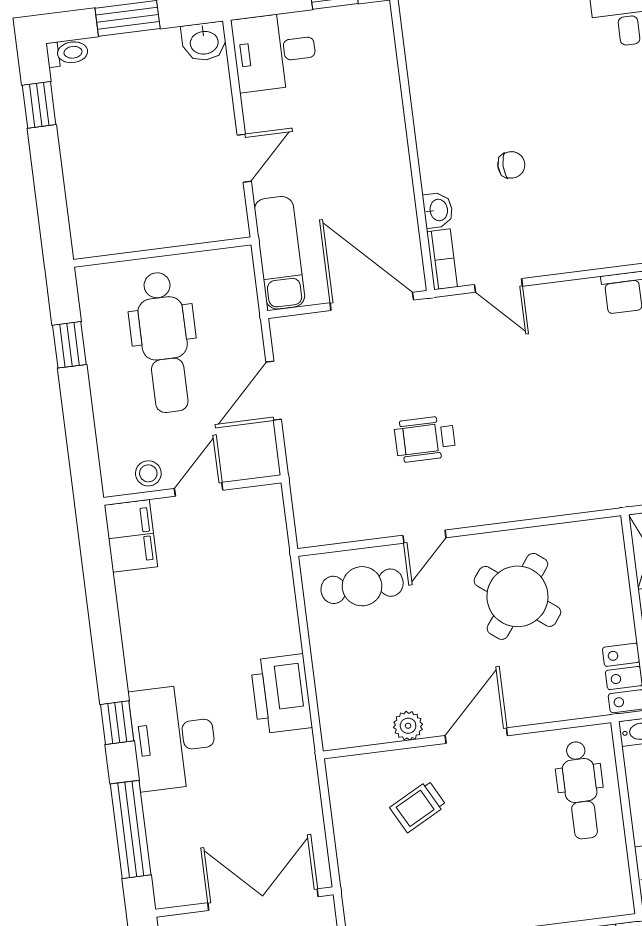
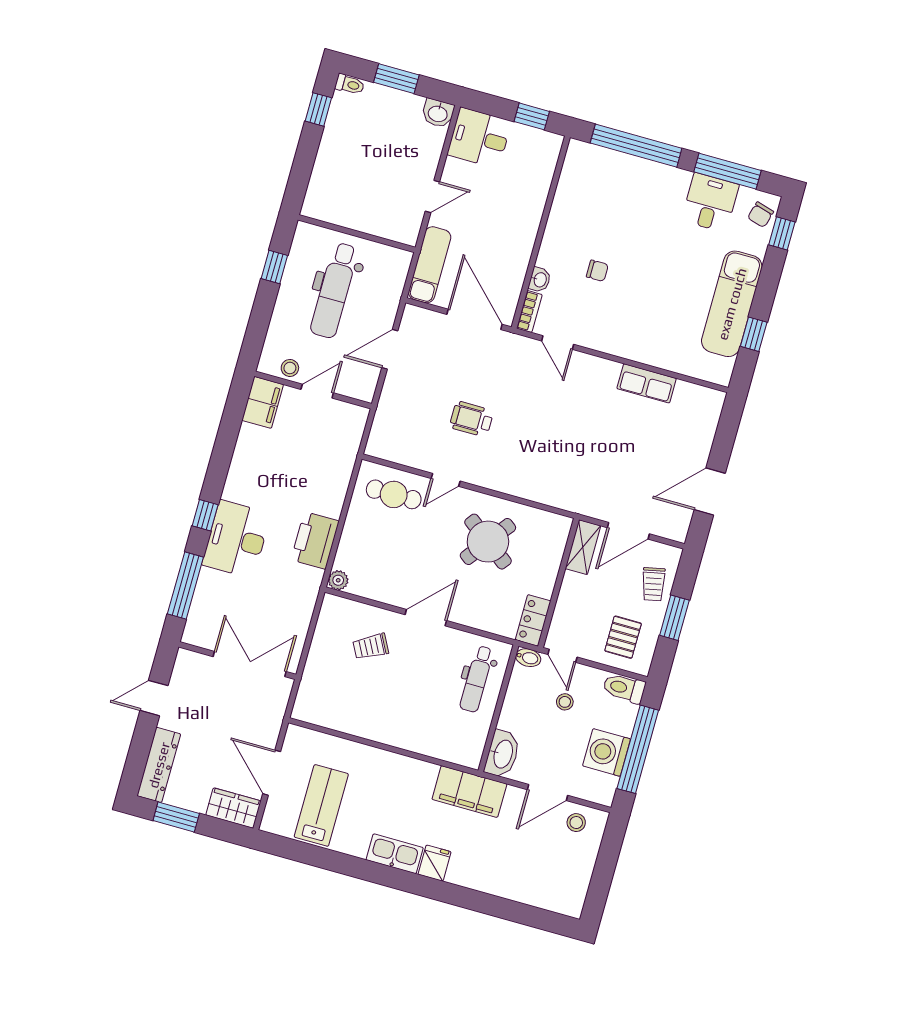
plant: (408, 726) -> (338, 580), moved

